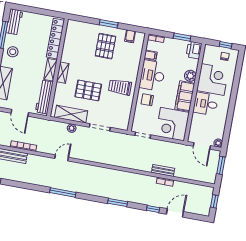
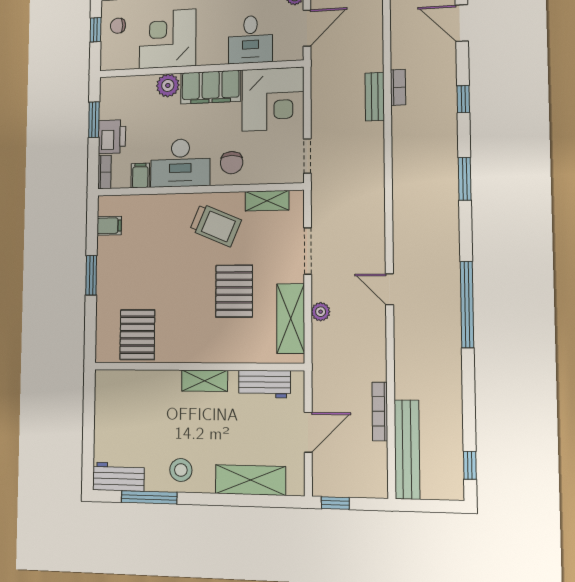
locker: (55, 39) -> (139, 382), removed
pallet: (105, 46) -> (137, 335), moved, turned 90
printer: (194, 50) -> (112, 137), moved, turned -90
shelving: (63, 73) -> (267, 201), moved
trolley: (120, 87) -> (216, 225), turned -67
workbench: (44, 97) -> (265, 384), width x0.73
desk: (206, 104) -> (250, 39), moved
door: (62, 158) -> (390, 289), moved
window: (63, 193) -> (467, 304), width x1.46
door: (175, 213) -> (462, 23), moved

